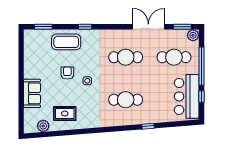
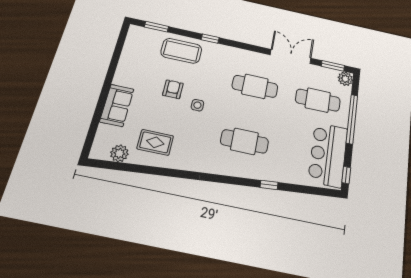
window: (201, 97) -> (346, 175), moved

